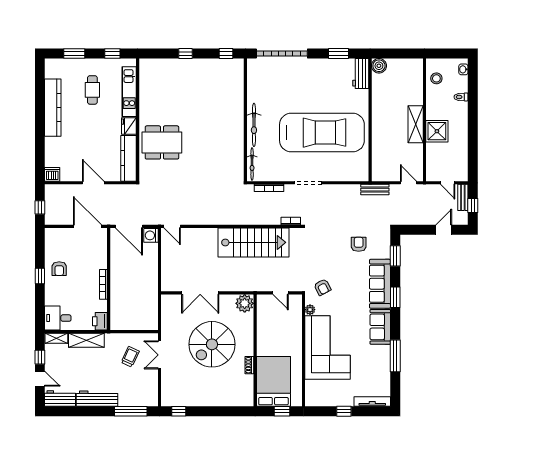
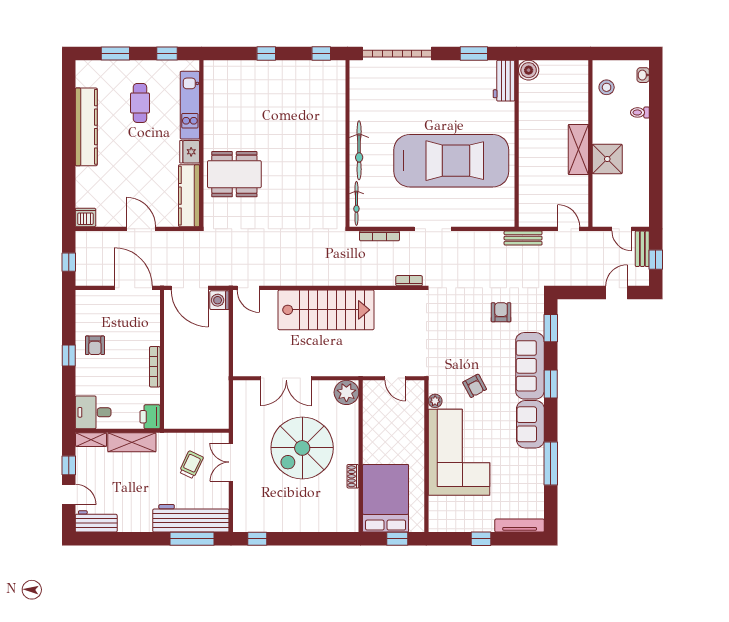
stairs: (254, 242) -> (326, 310), moved
armchair: (322, 287) -> (475, 386), moved
workbench: (97, 399) -> (191, 518), moved, width x1.36, depth x1.32

